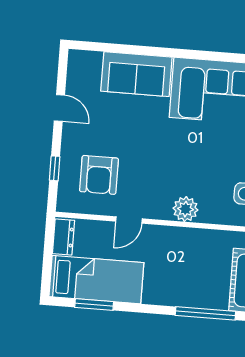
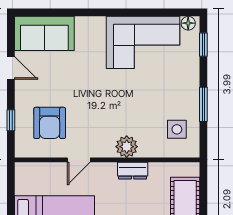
sofa: (136, 74) -> (44, 33), moved
dresser: (63, 237) -> (133, 171), moved, turned 90

